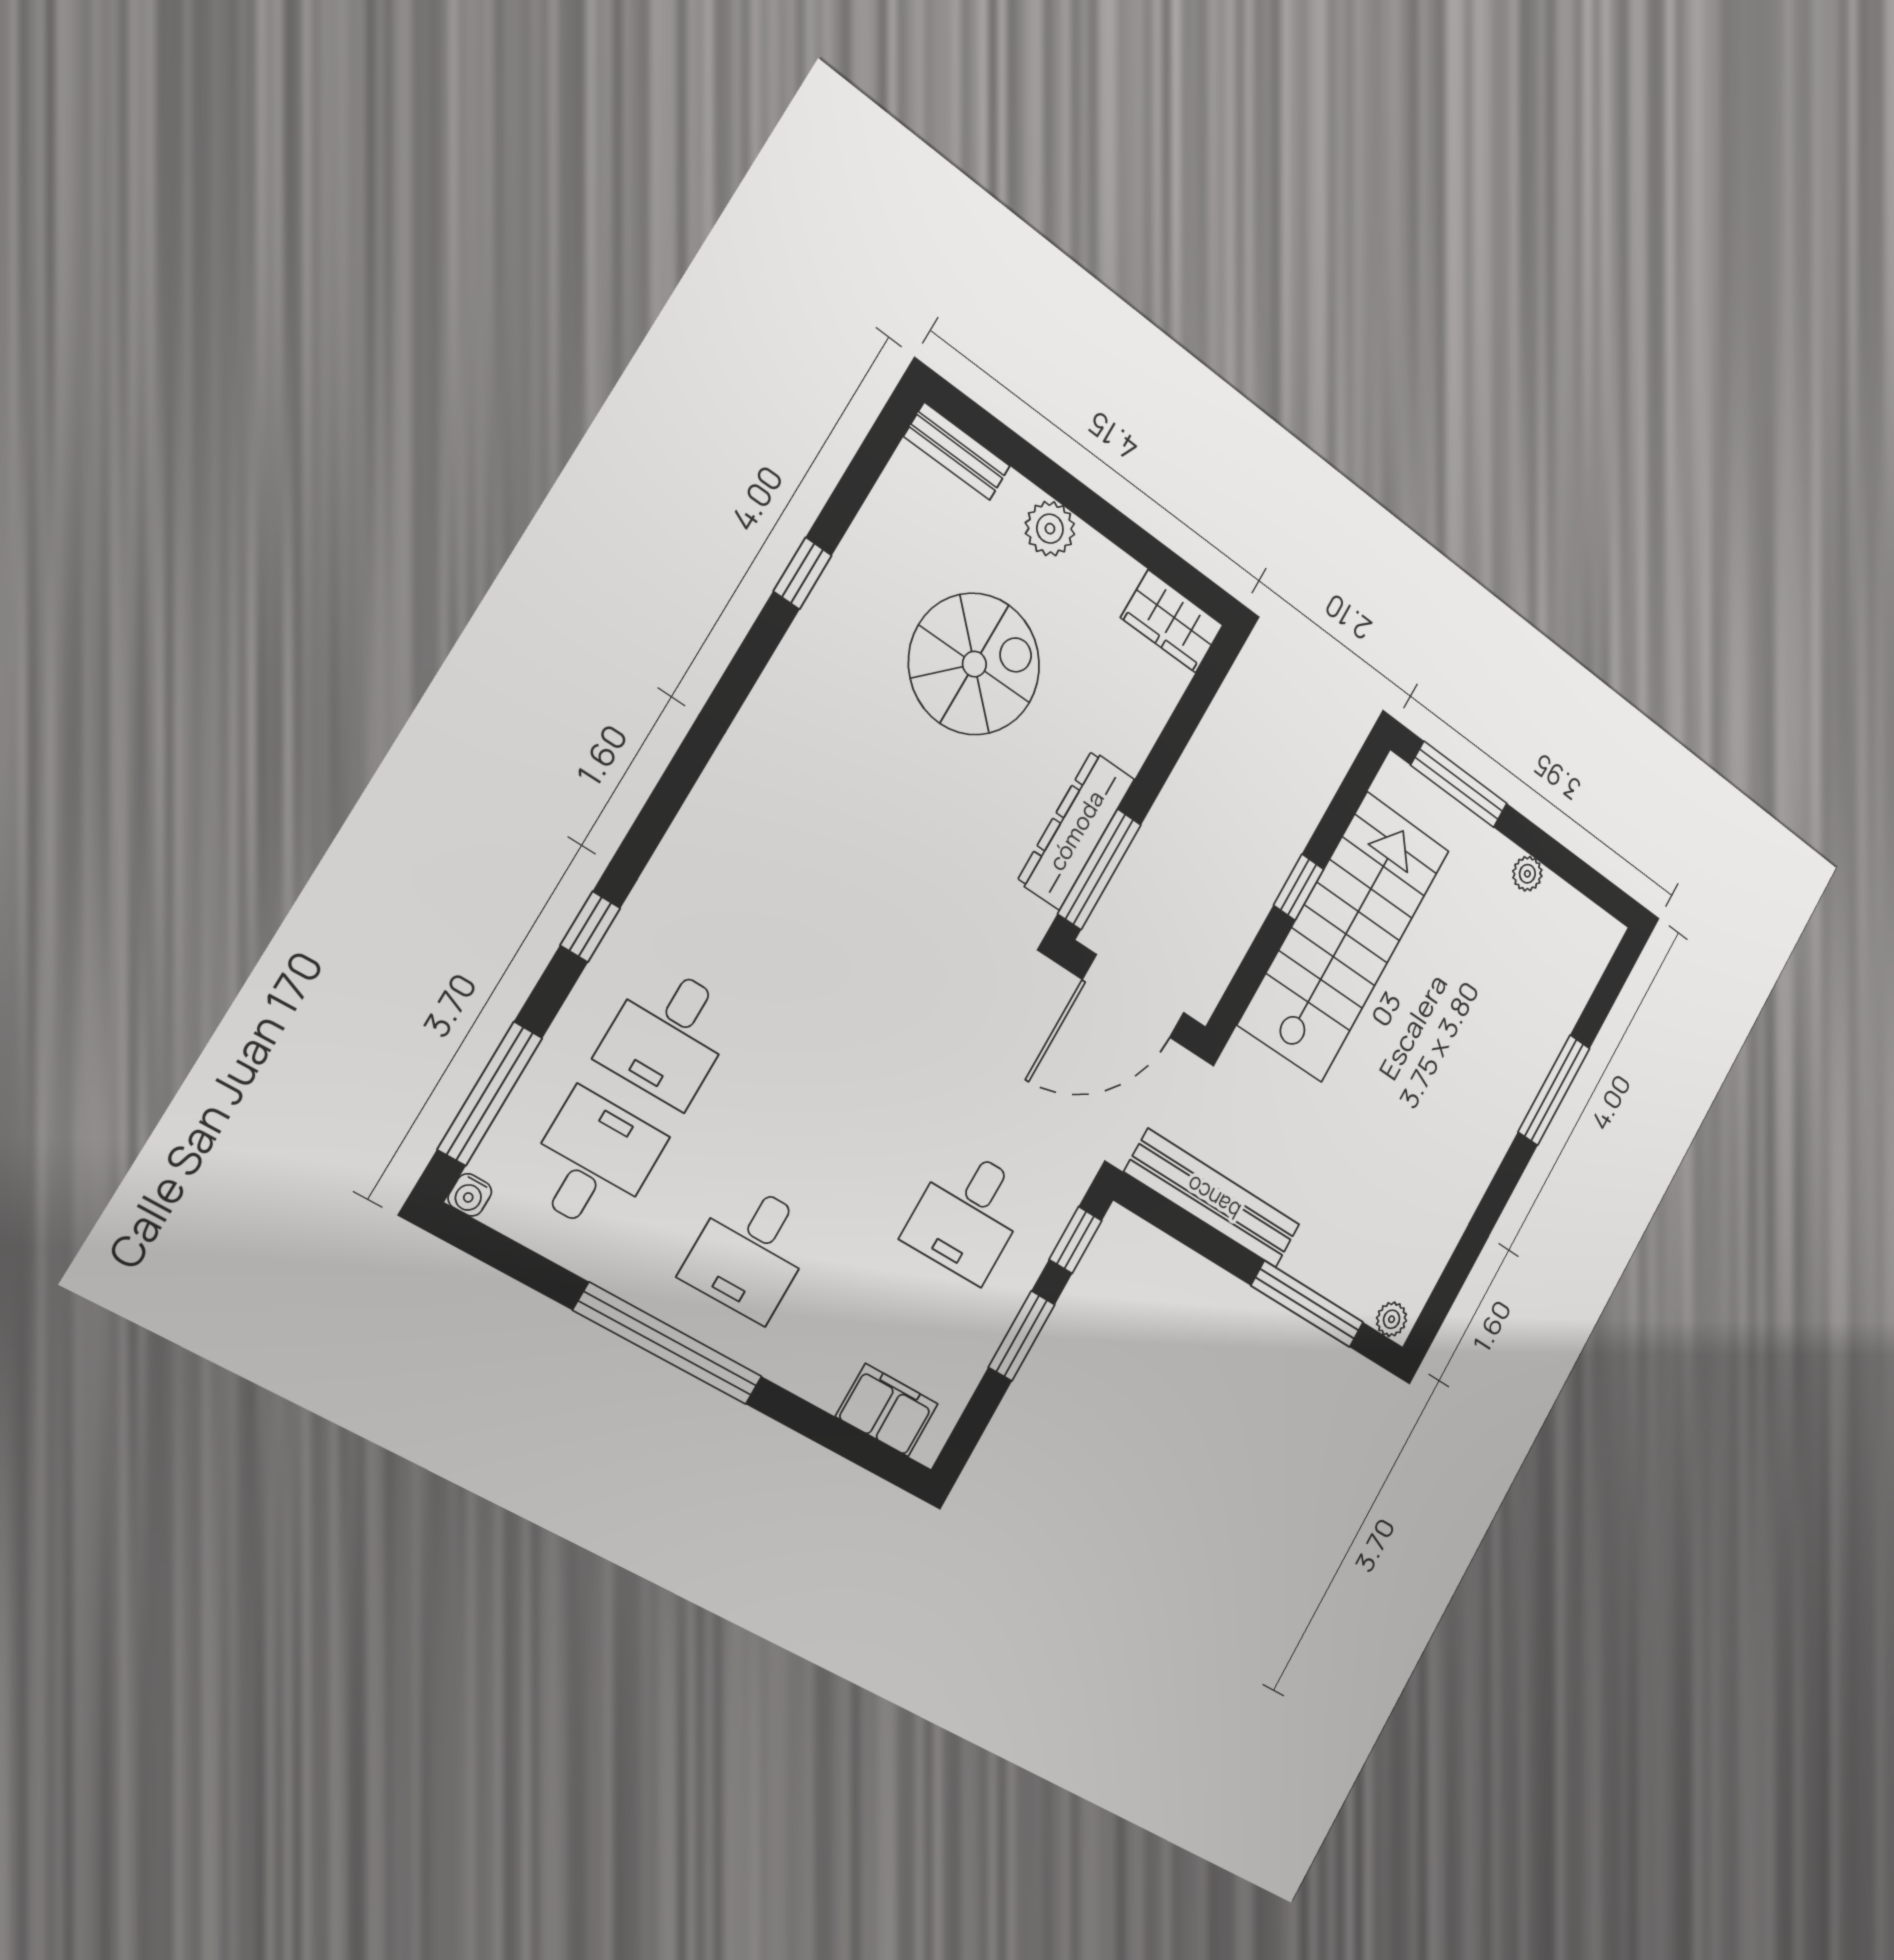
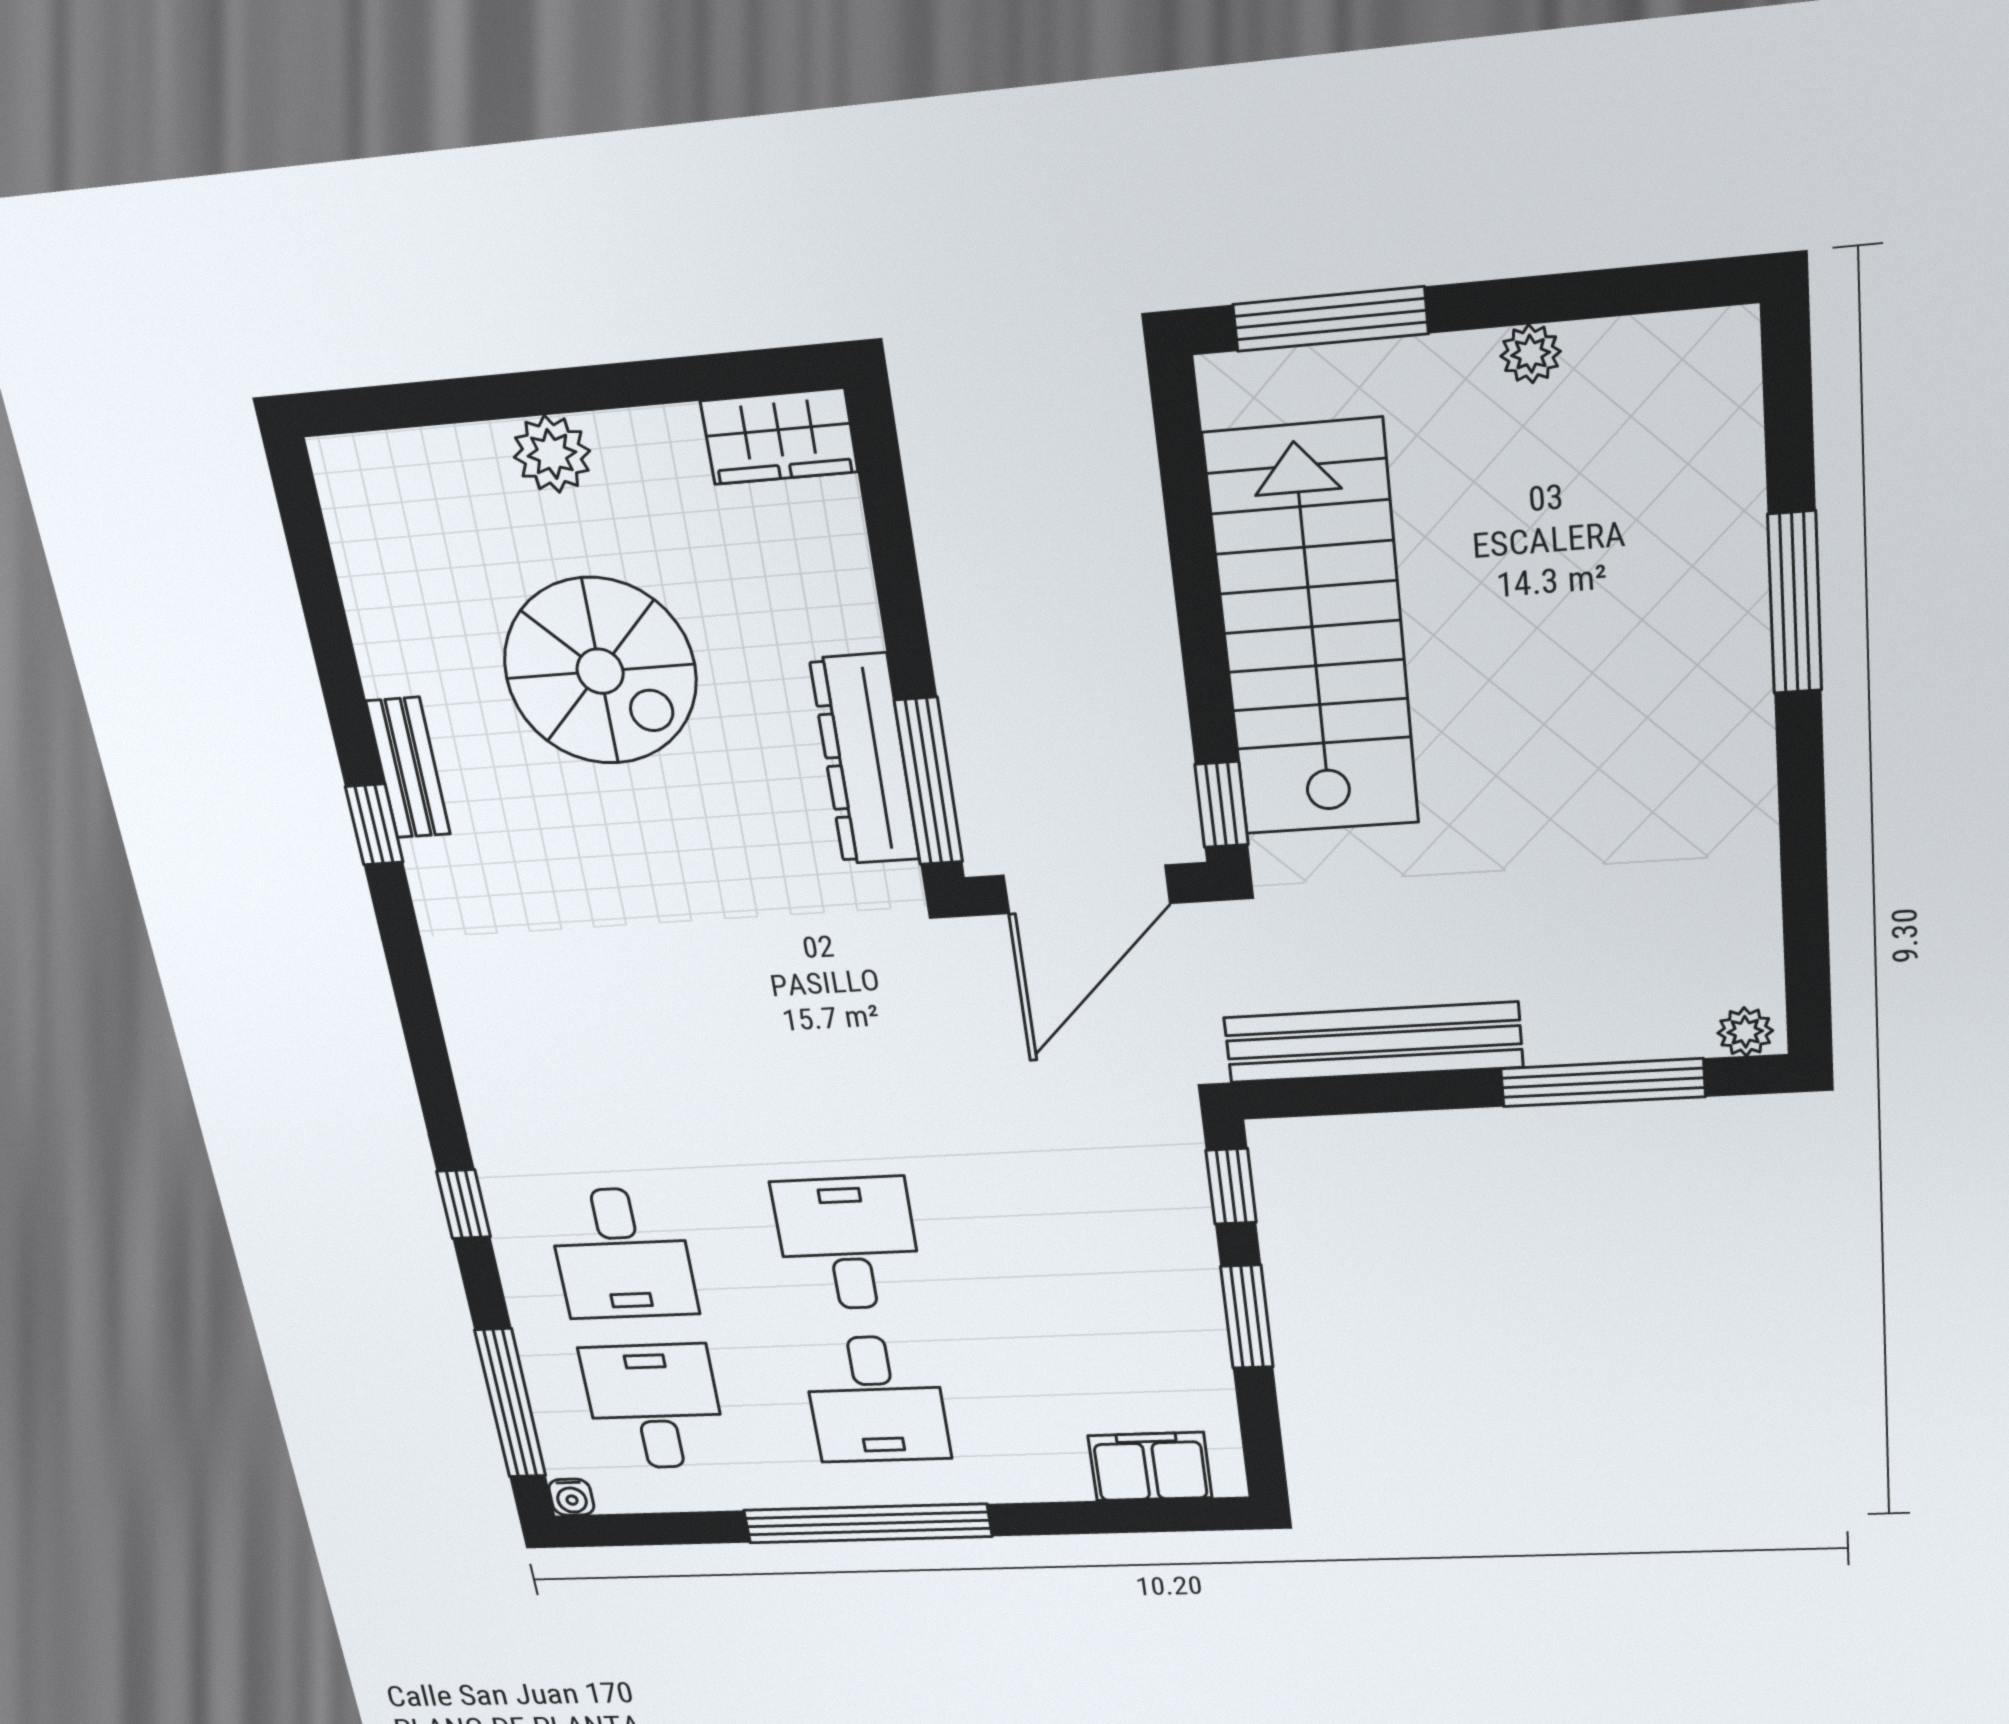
bench: (957, 451) -> (408, 768), moved, turned 90
window: (803, 573) -> (374, 824), moved
spiral stairs: (974, 664) -> (600, 671), turned 90
window: (1299, 887) -> (1222, 805), moved
desk: (968, 1215) -> (848, 1244), moved, turned 180

